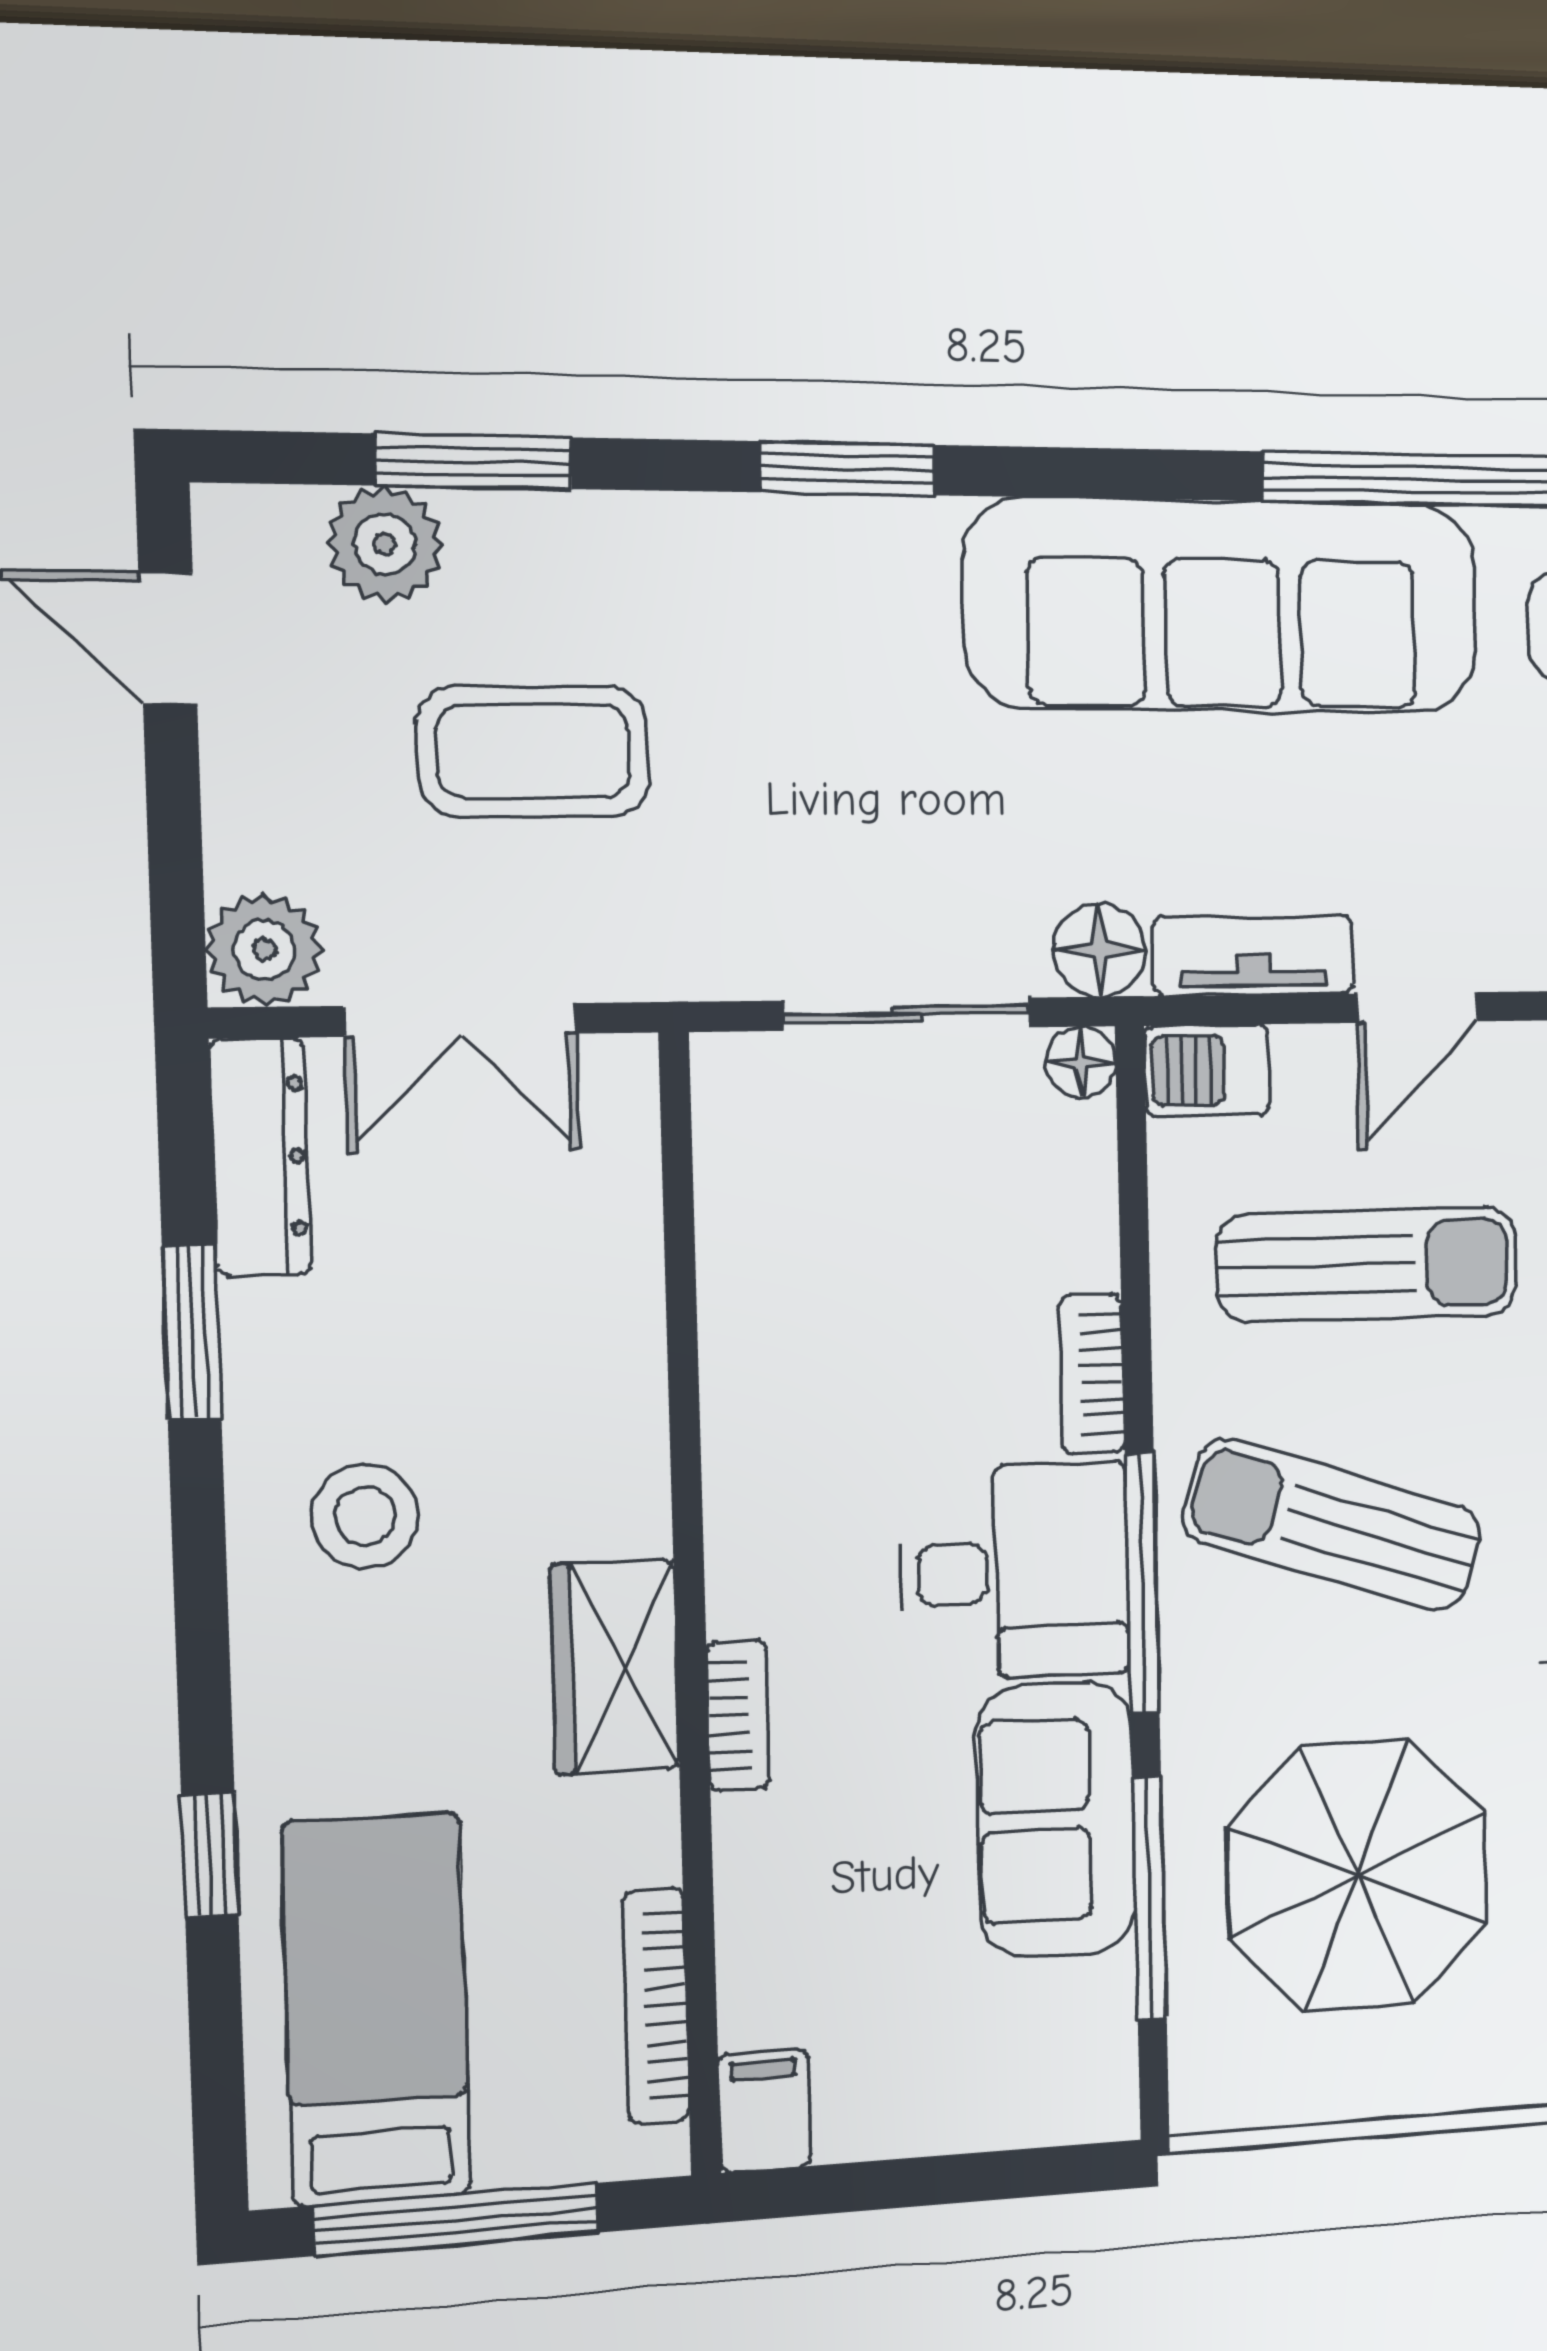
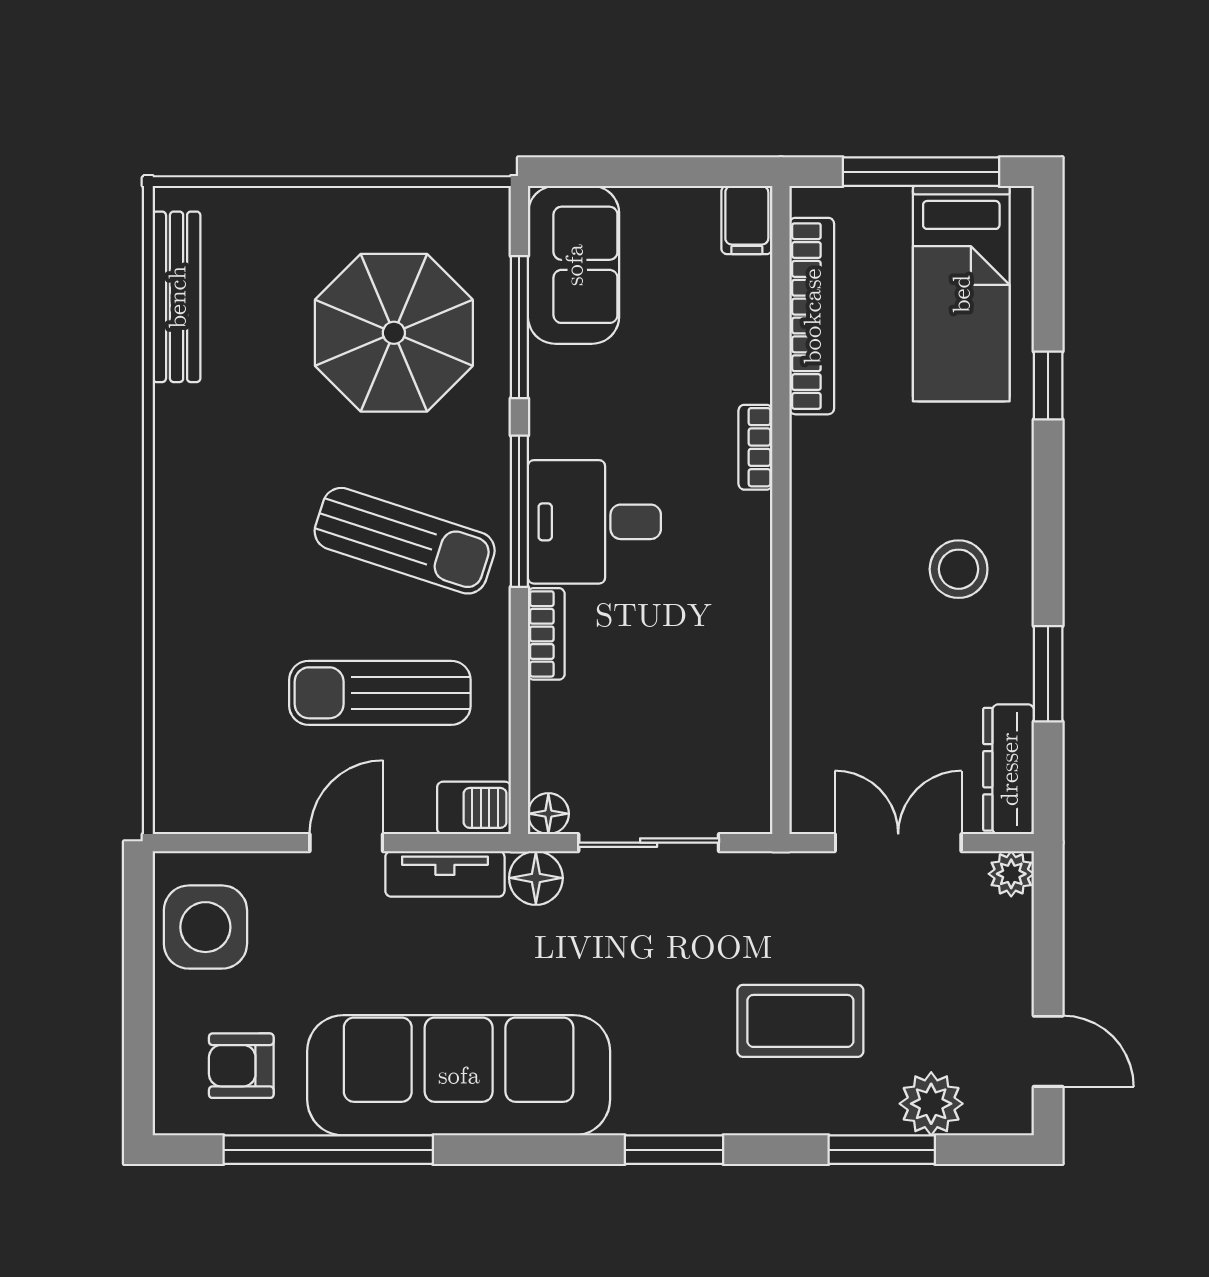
coffee table: (533, 752) -> (800, 1021), moved
plant: (264, 950) -> (1011, 874), width x0.73, depth x0.73
wardrobe: (615, 1667) -> (824, 478), removed
sofa: (1056, 1820) -> (574, 265), moved
bookcase: (656, 2006) -> (812, 316), width x1.48, depth x1.31

